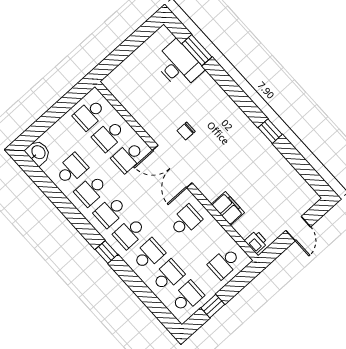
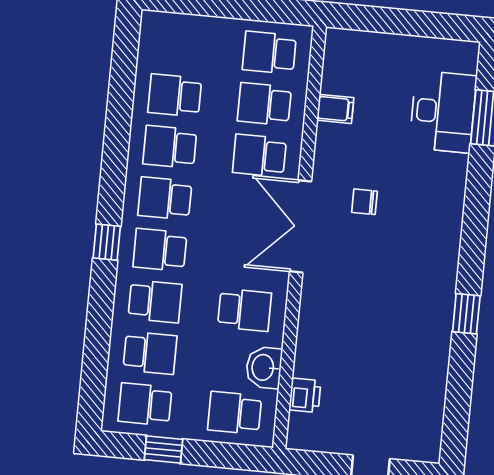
washbasin: (38, 153) -> (264, 368), moved, turned 180
school desk: (72, 169) -> (175, 95), turned 180
filing cabinet: (228, 208) -> (335, 109), moved, width x0.50
printer: (256, 242) -> (305, 395), moved
school desk: (187, 297) -> (145, 404), turned 180

